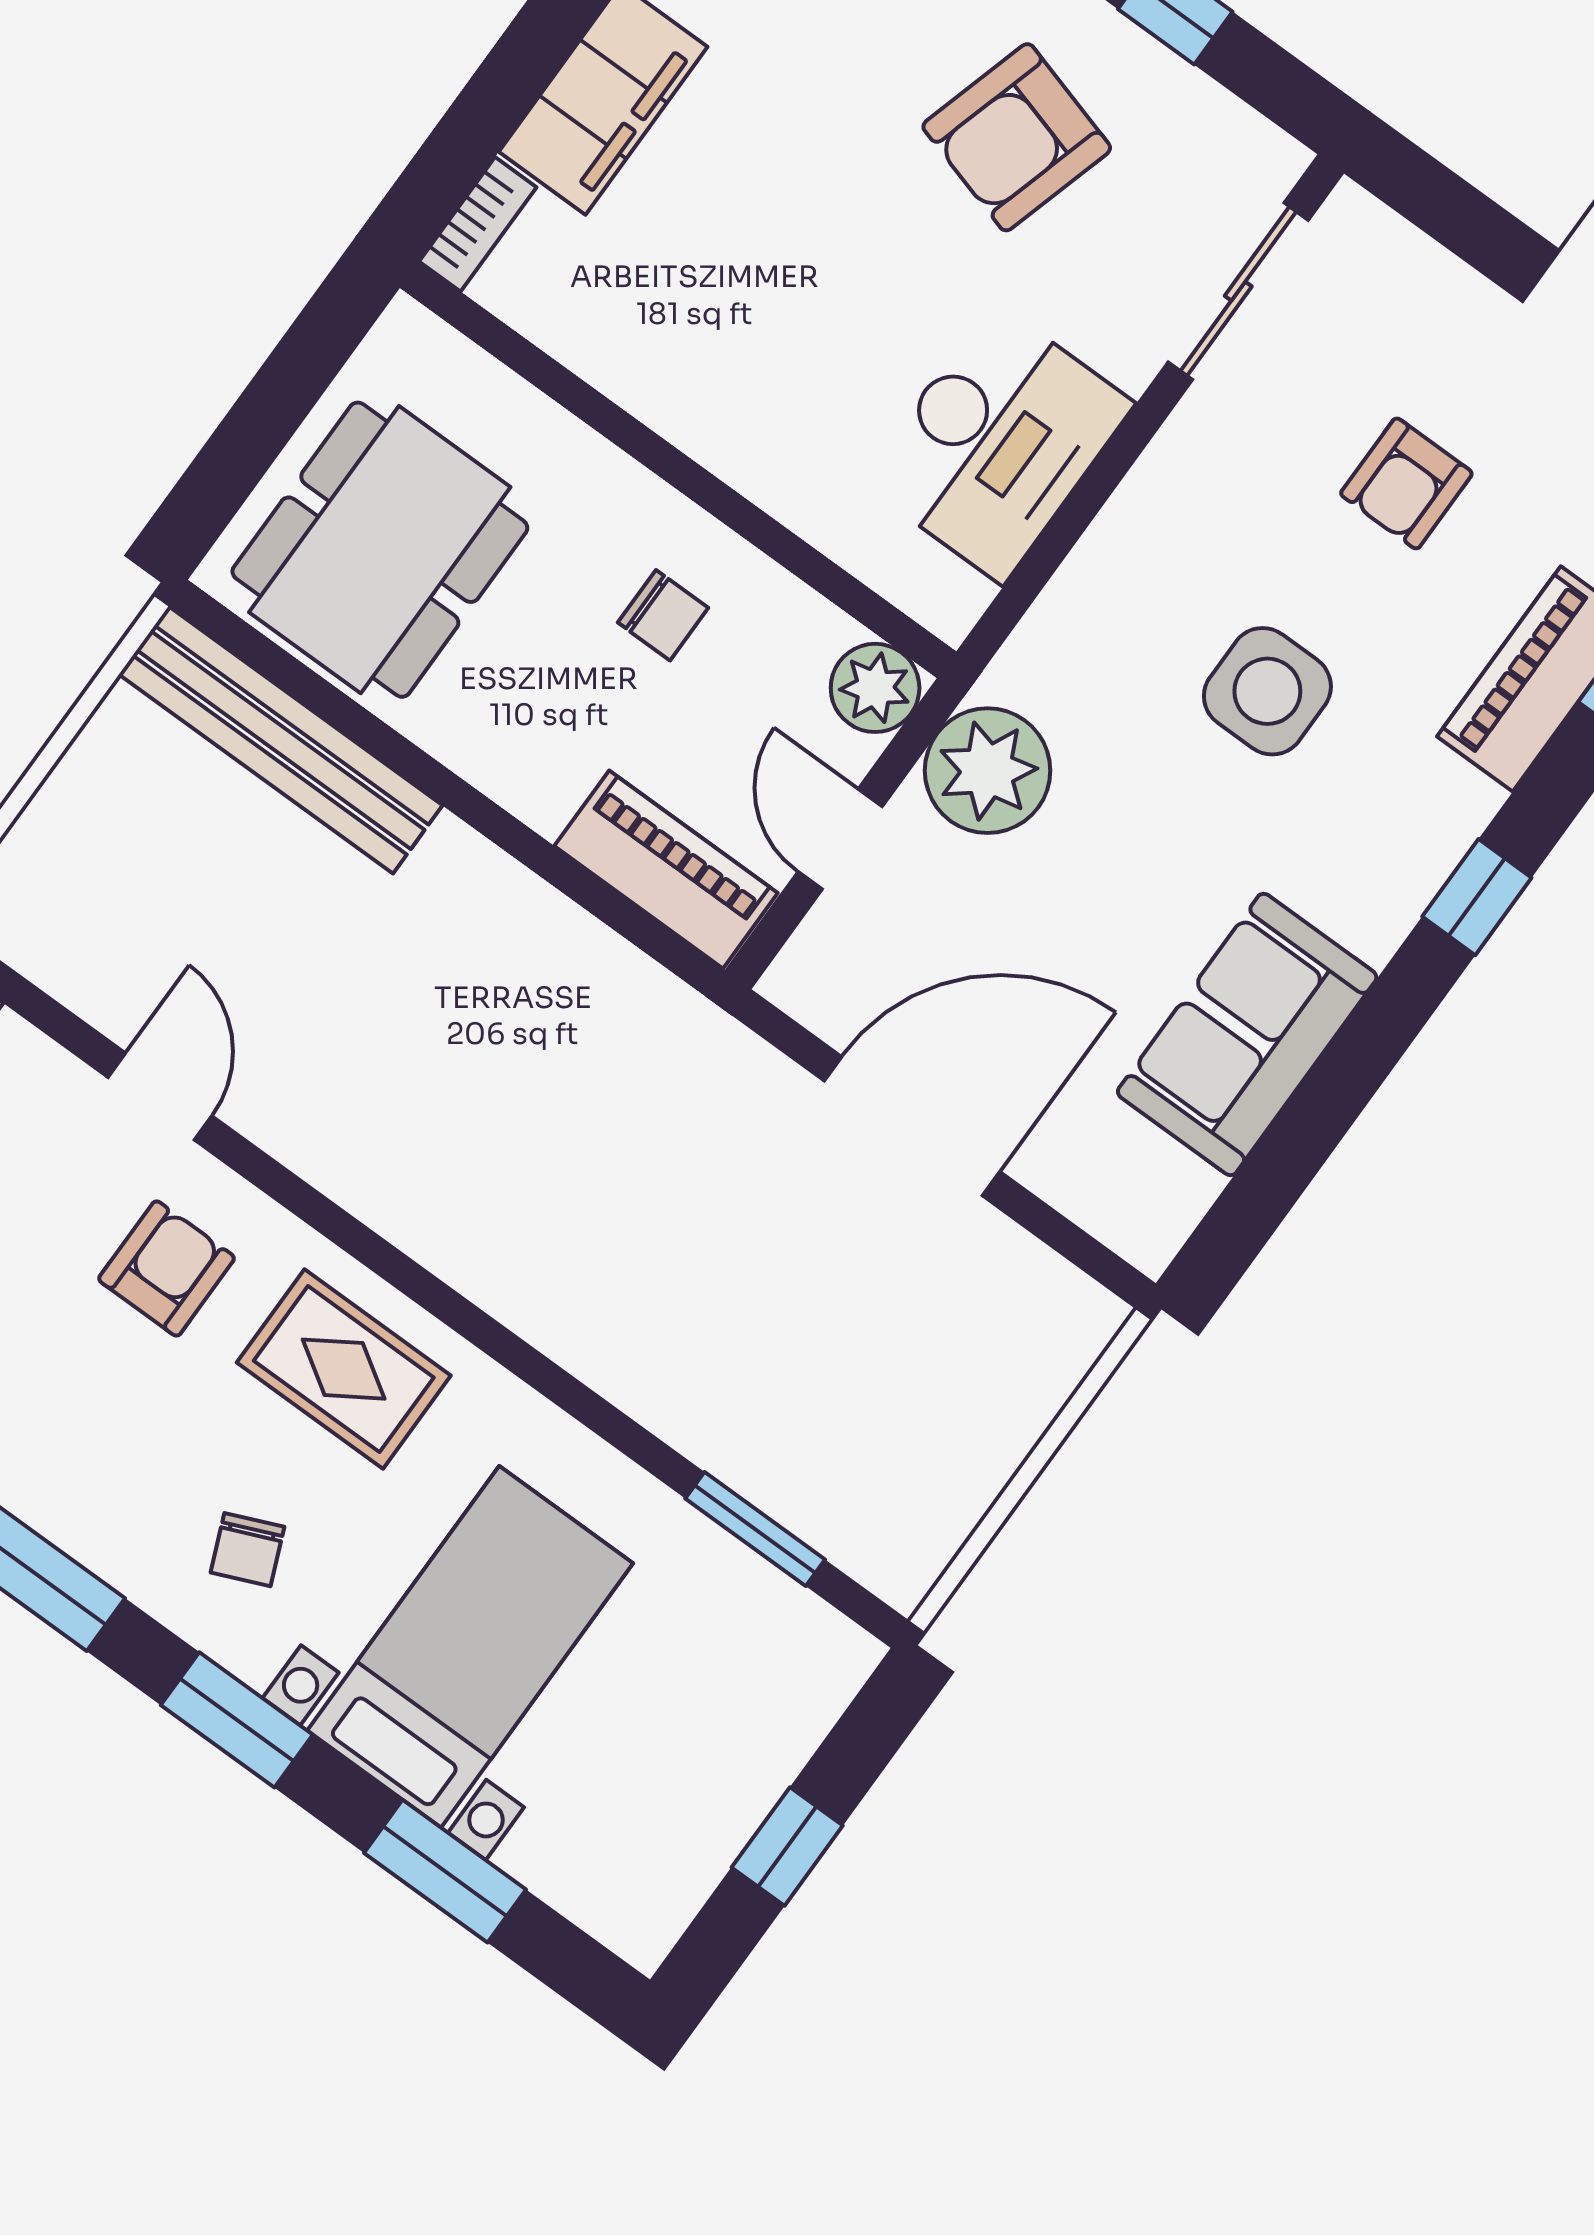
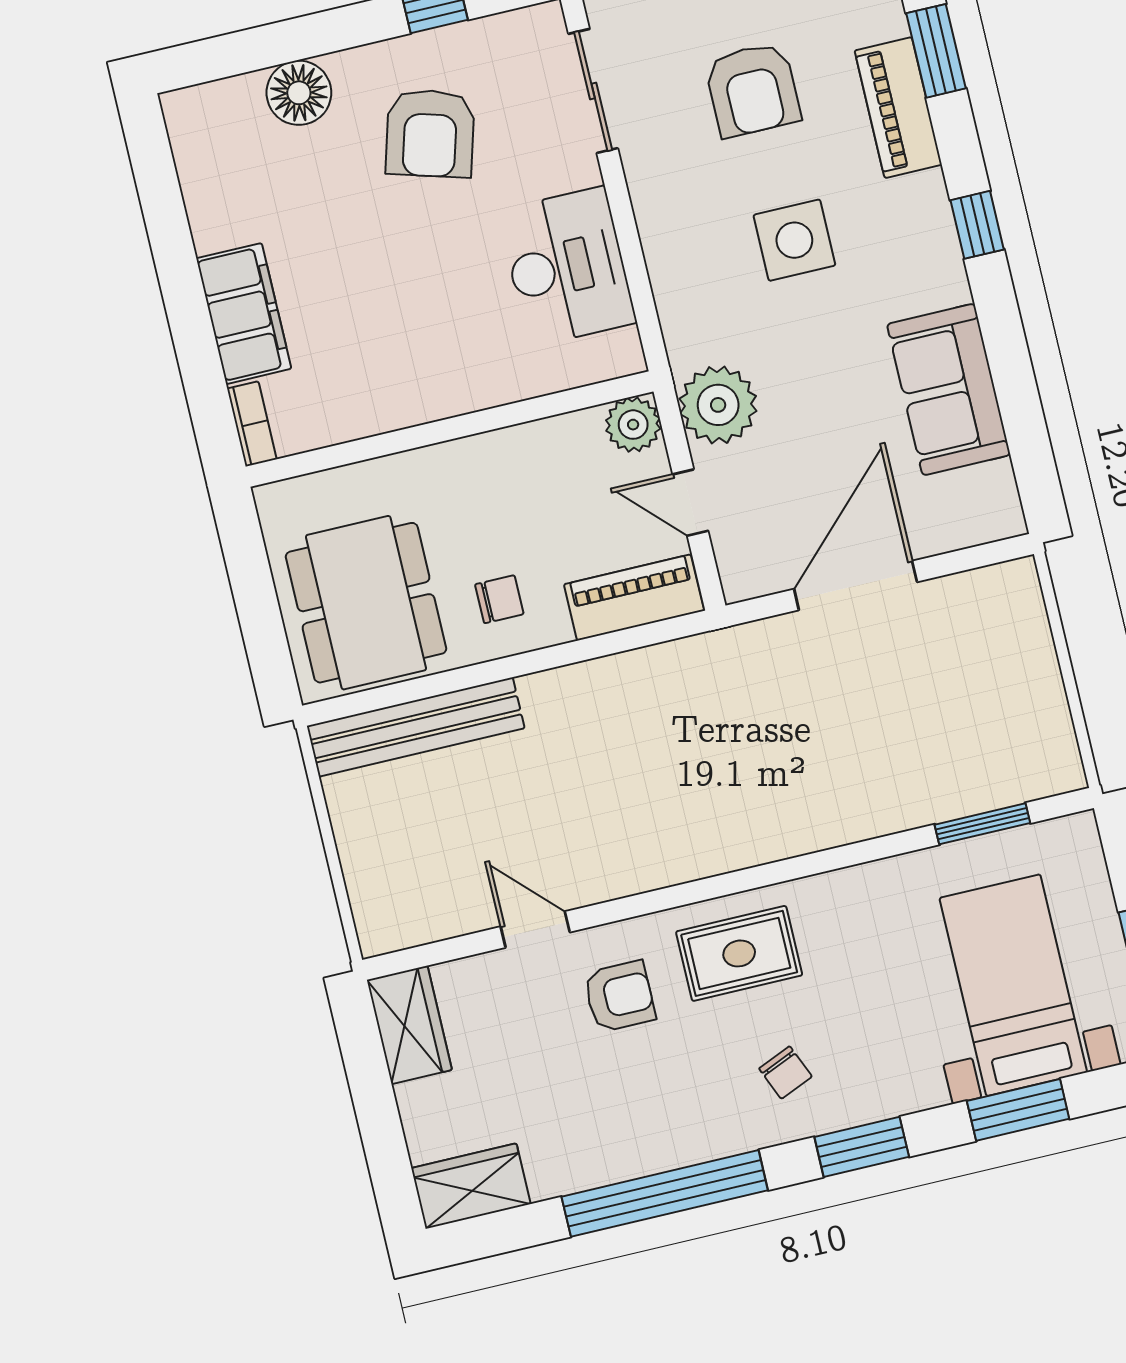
armchair: (1406, 483) -> (753, 90), width x1.38, depth x1.38
chair: (663, 615) -> (499, 599), moved
armchair: (167, 1269) -> (619, 996), turned 90
bed with nightstands: (470, 1647) -> (1013, 985), moved

